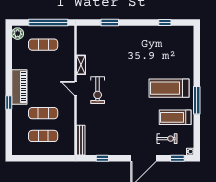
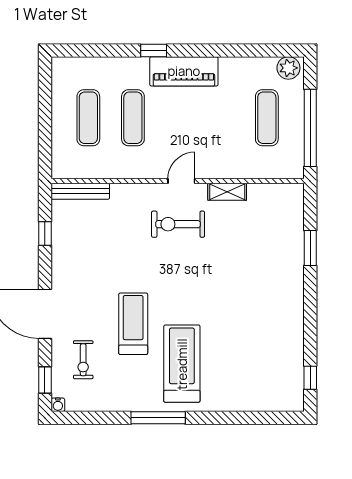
window: (165, 22) -> (310, 378), moved
treadmill: (175, 117) -> (133, 324), moved

